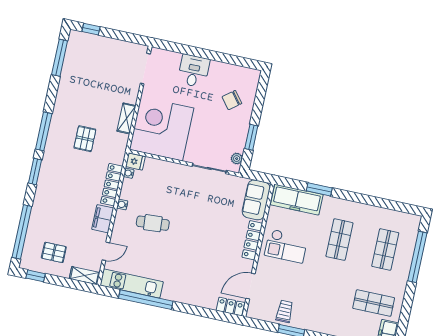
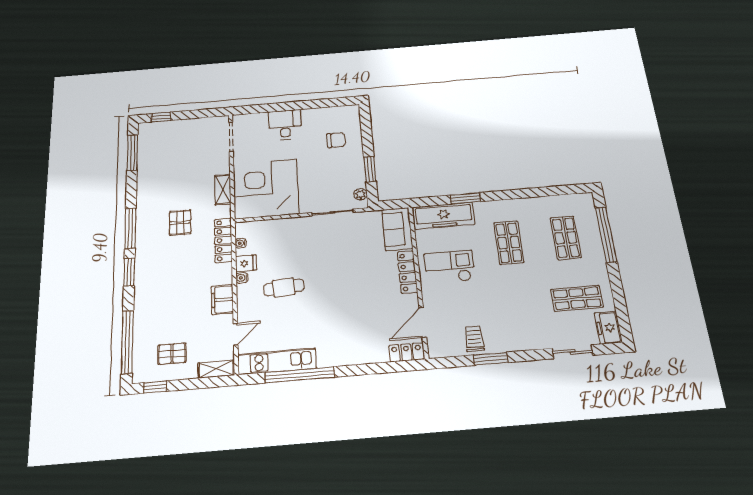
chair: (232, 100) -> (336, 140), turned -142
fridge: (135, 162) -> (246, 263), moved
locker: (112, 185) -> (223, 240), moved
checkout: (286, 246) -> (449, 267), turned 180

